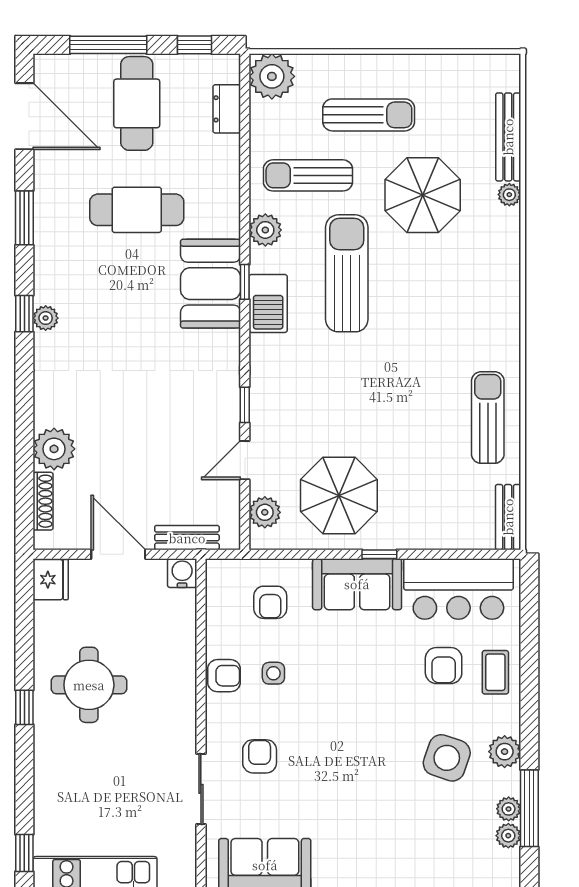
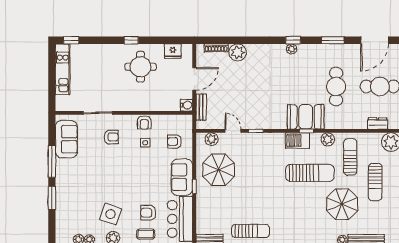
fridge: (51, 580) -> (173, 51), moved

